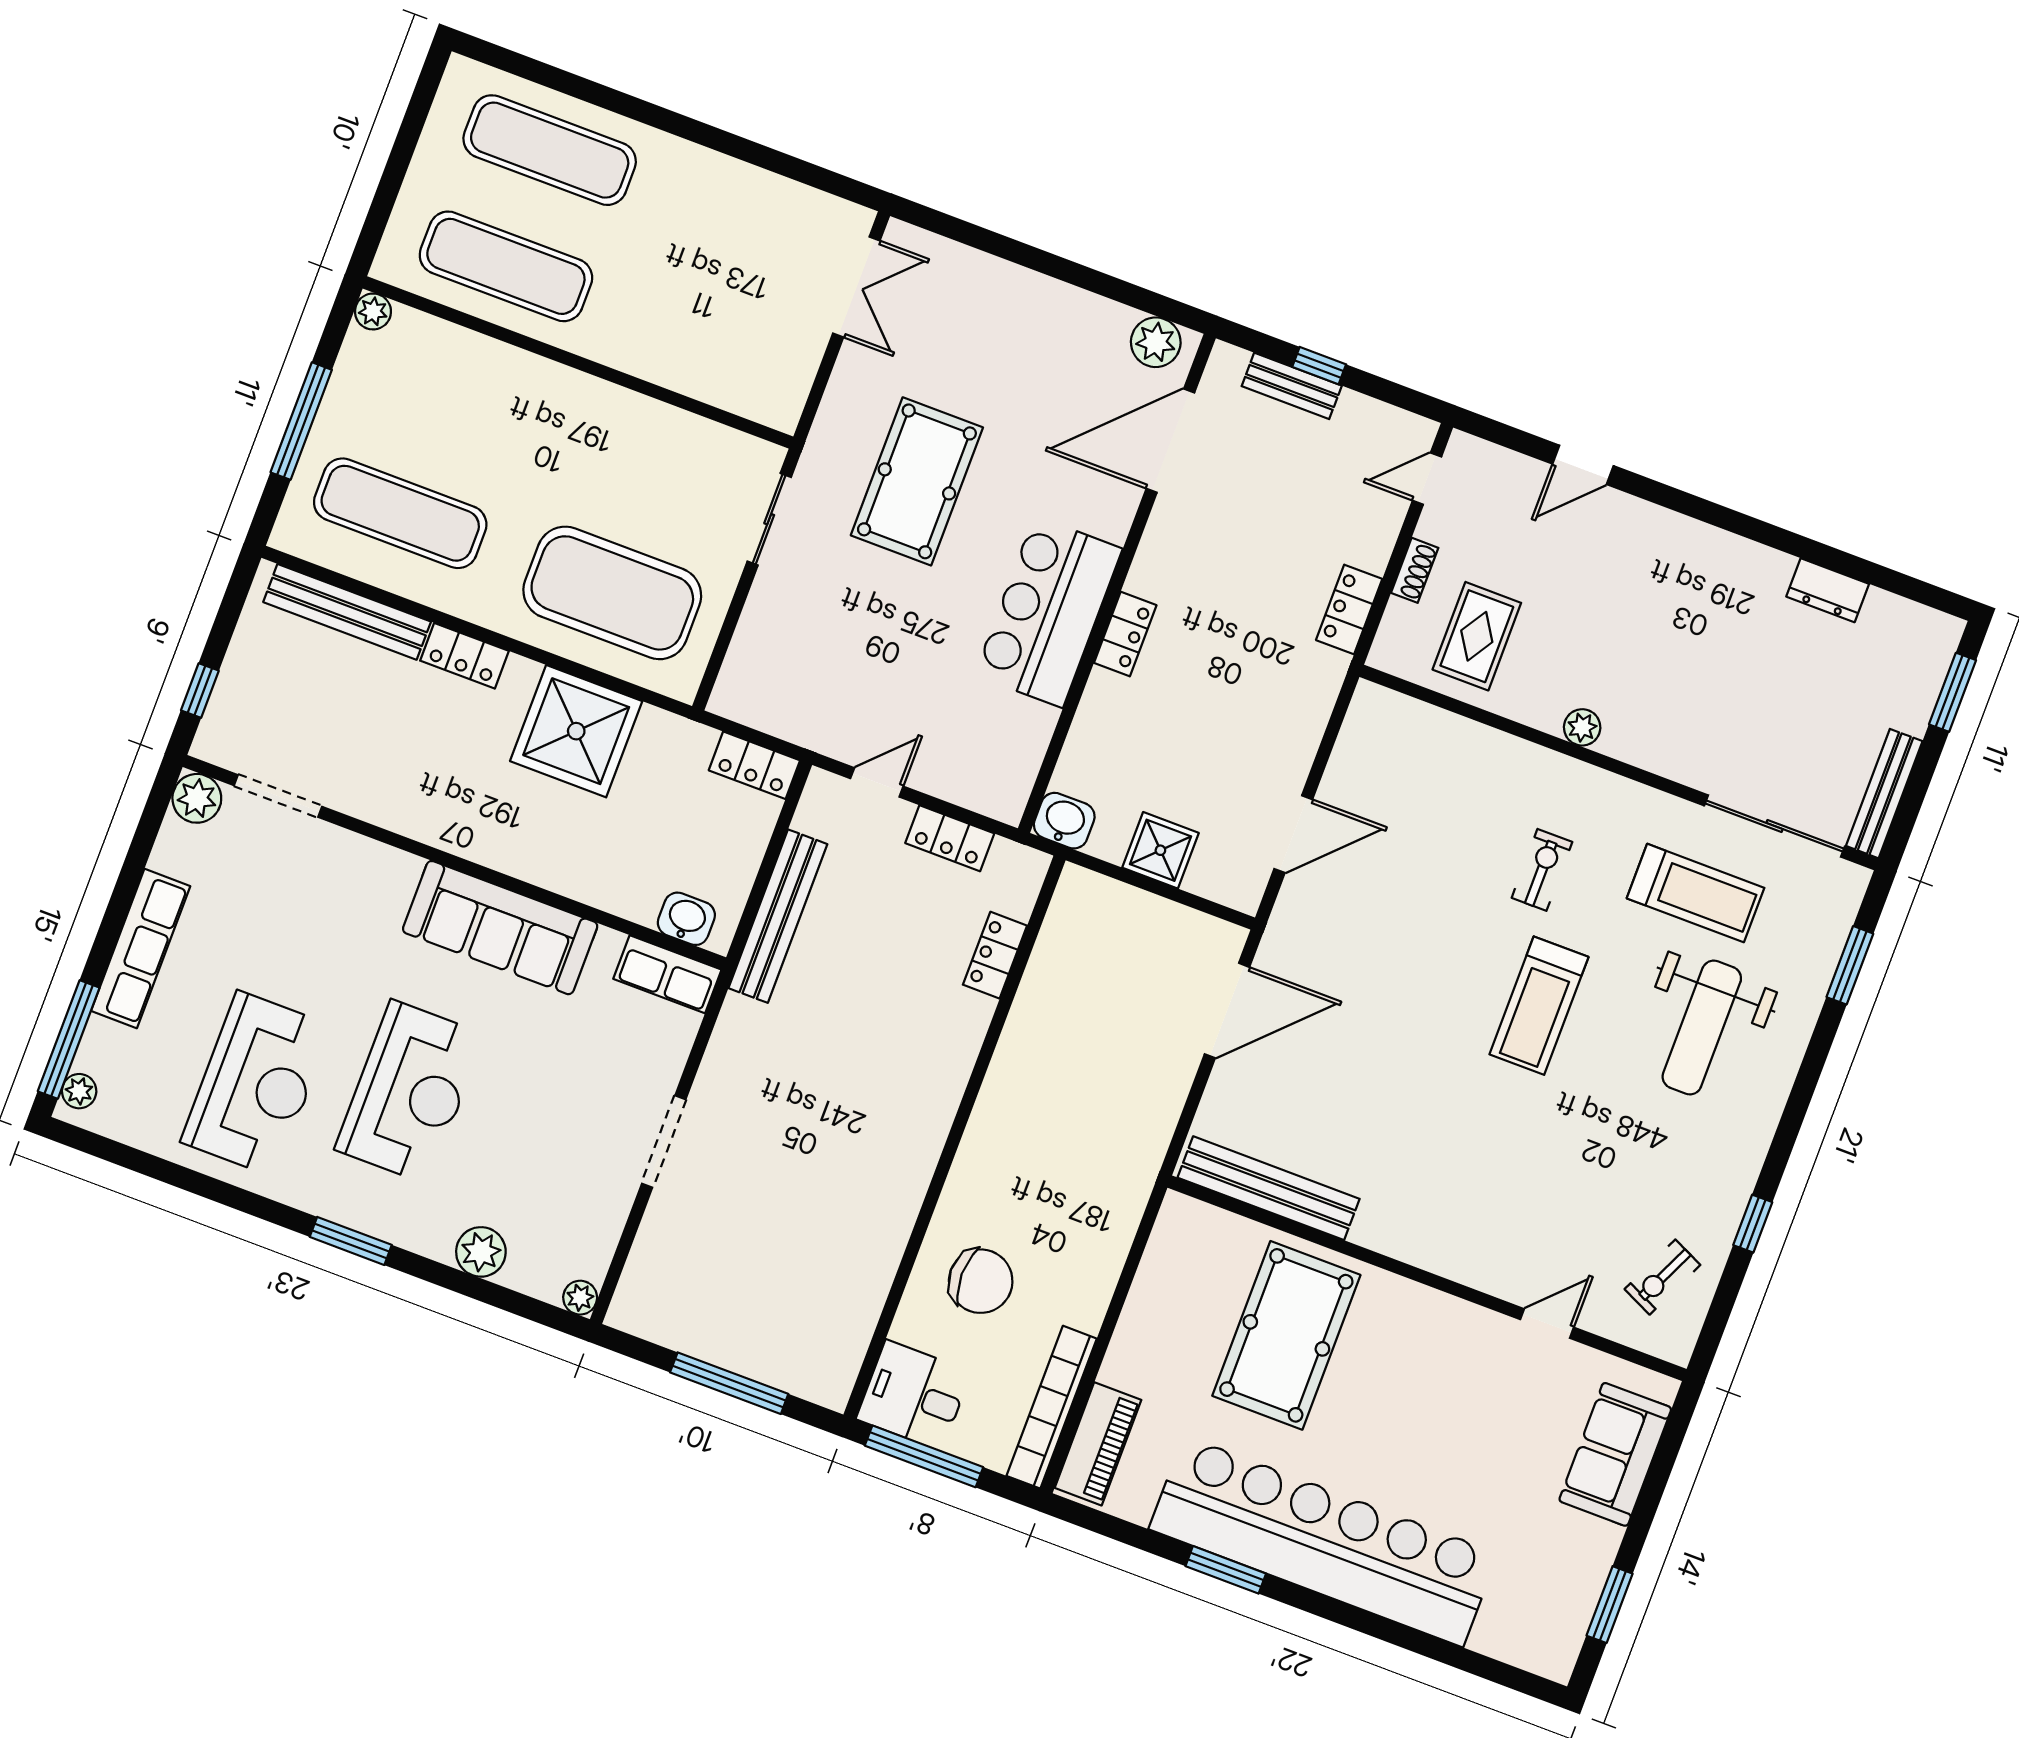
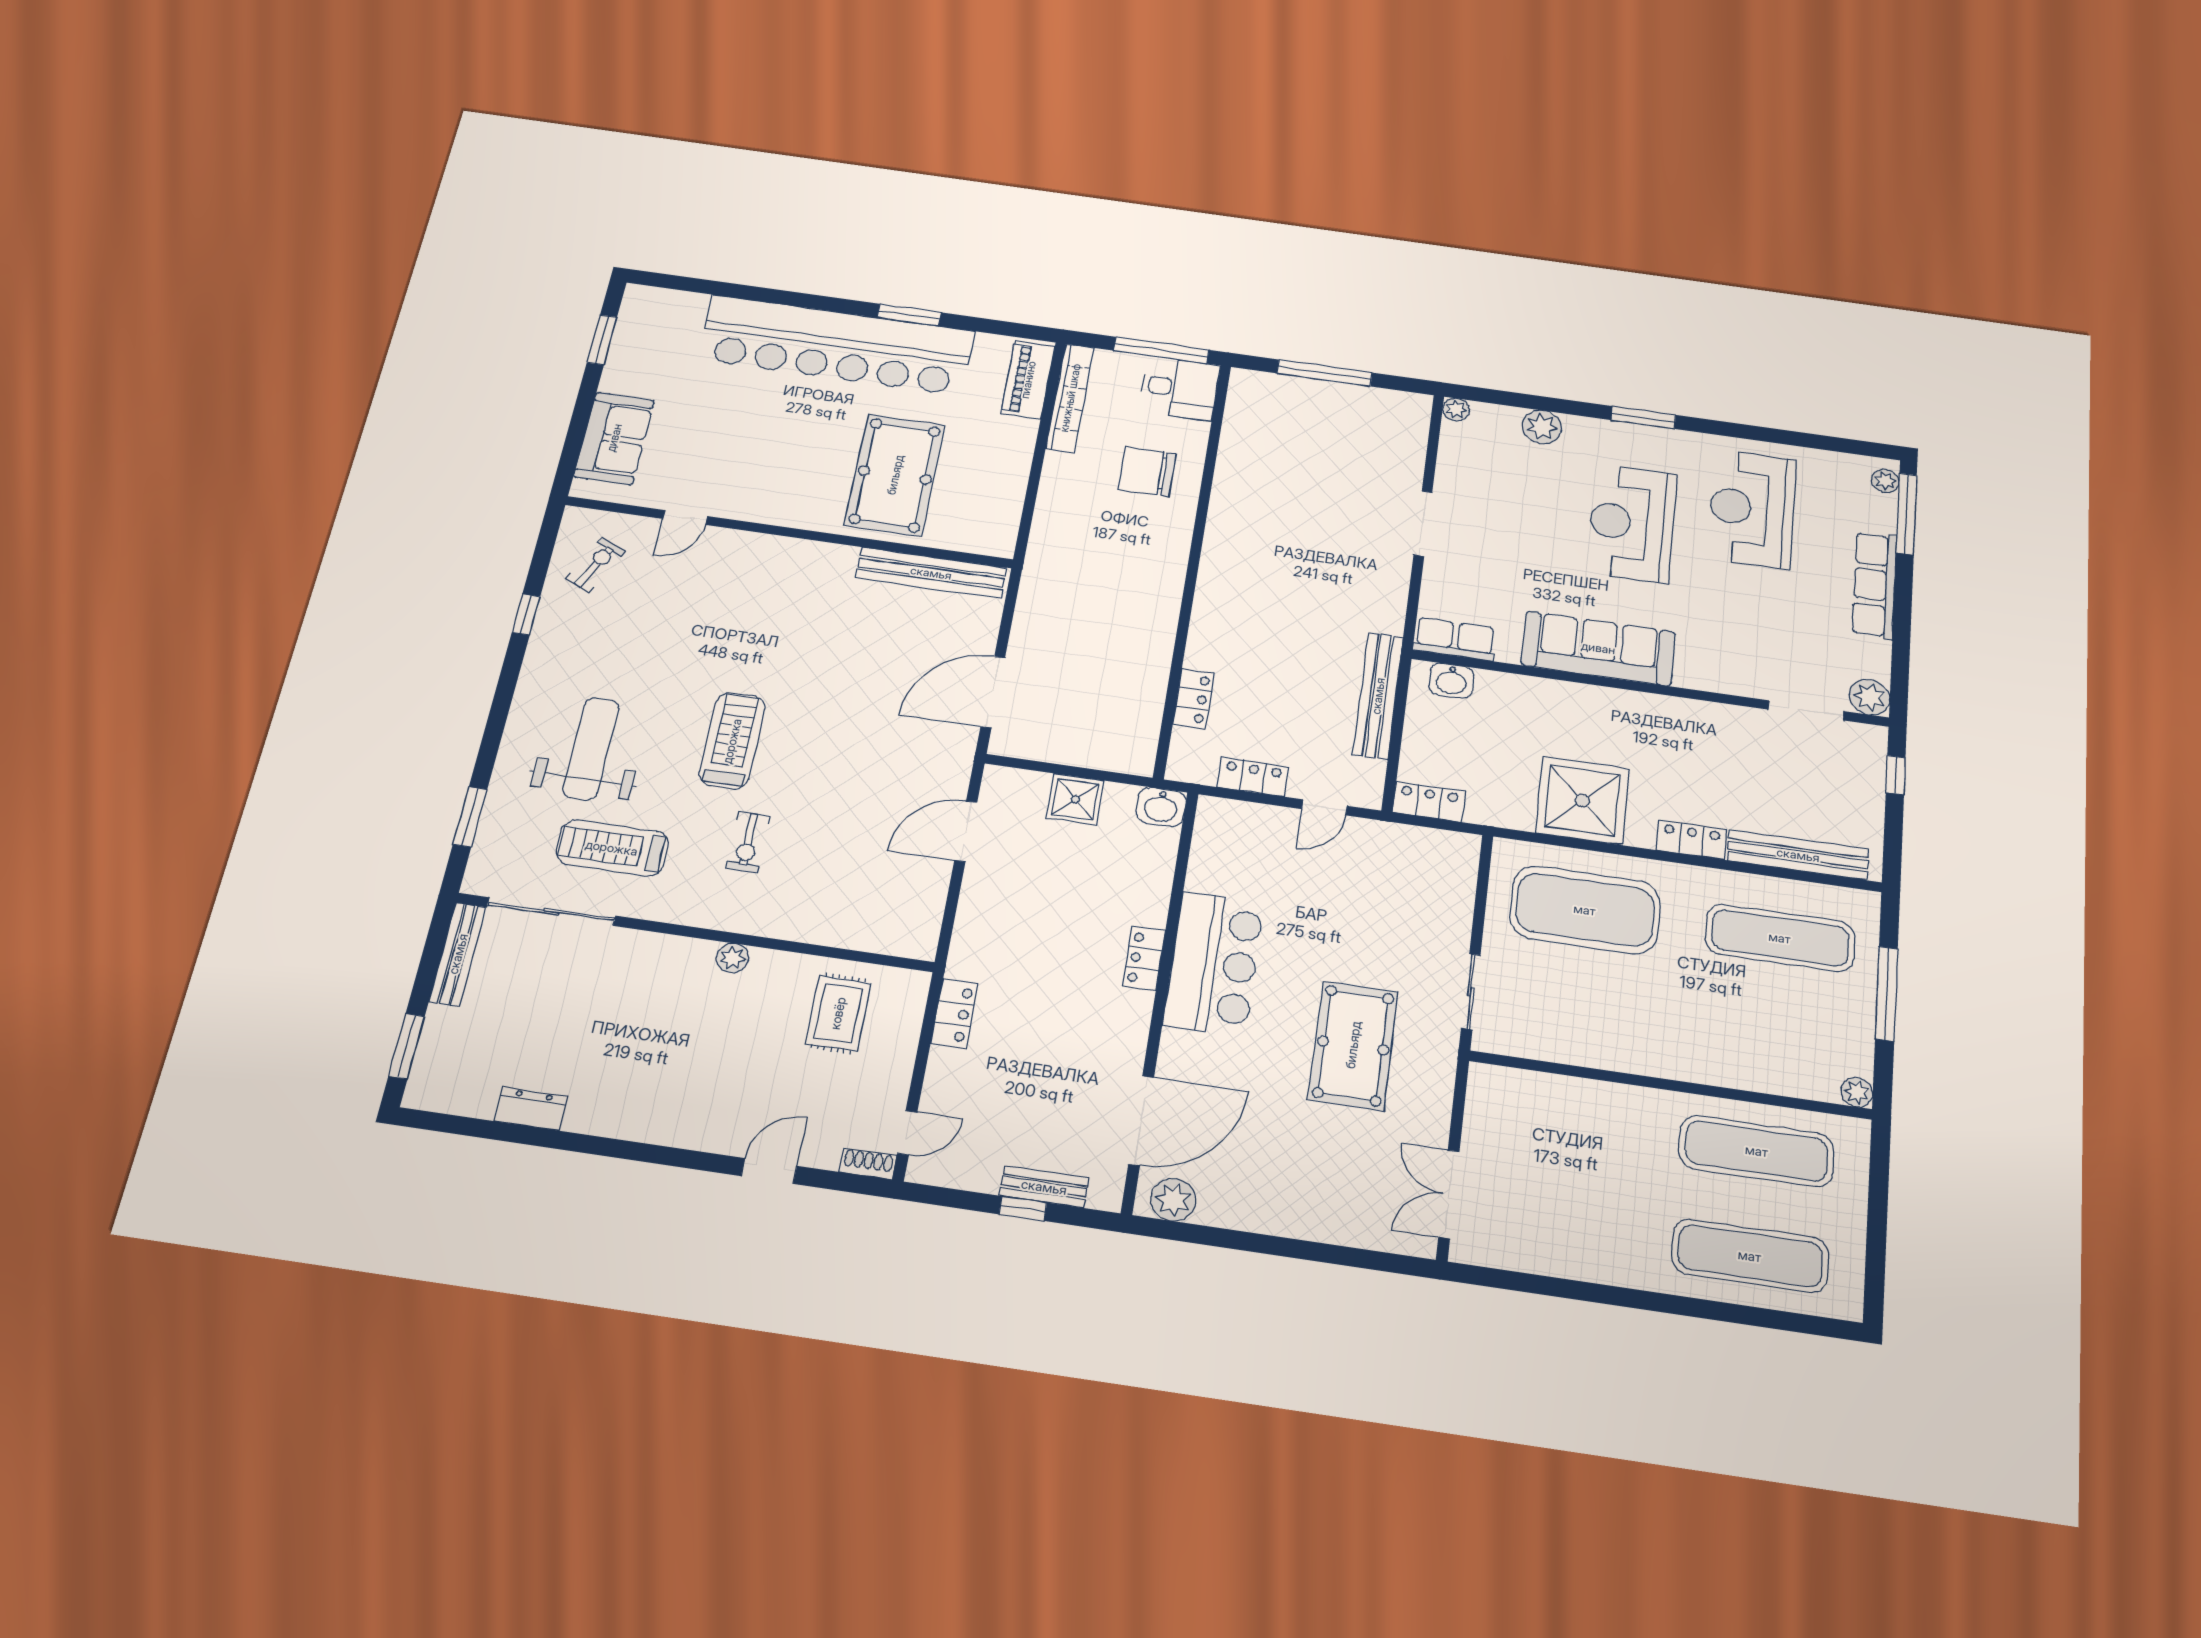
shoe rack: (1415, 570) -> (868, 1164), moved, turned 90

